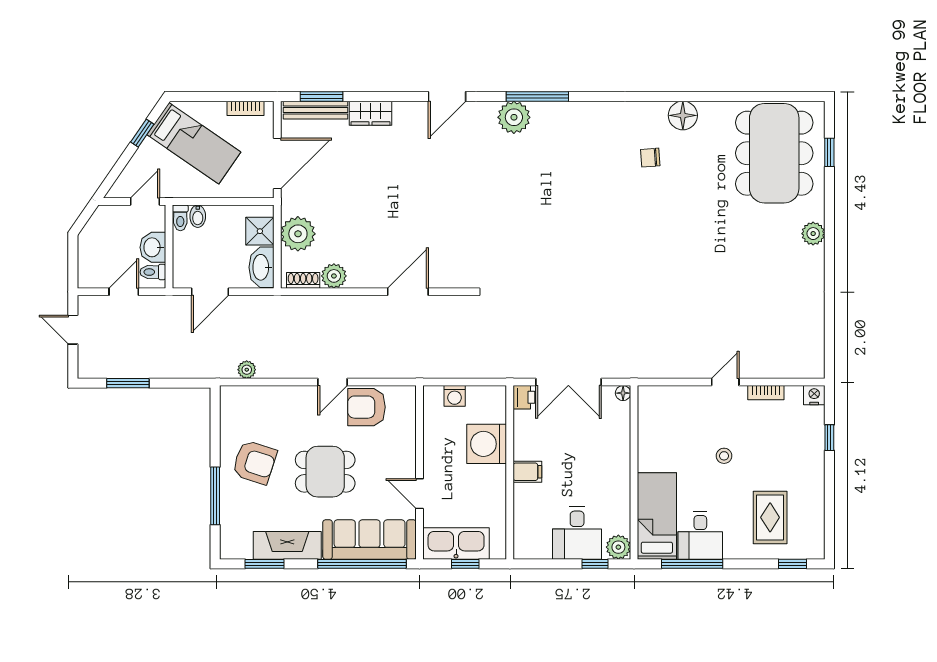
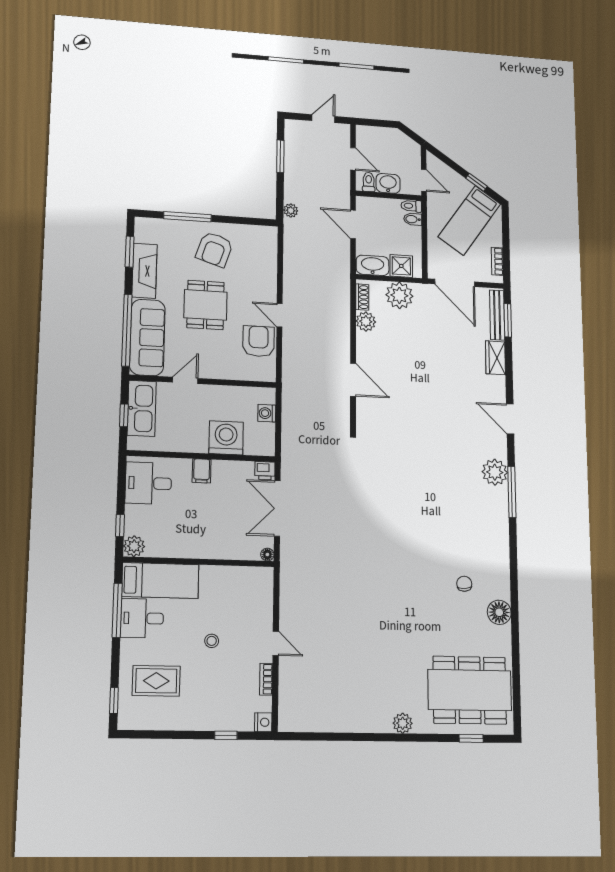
plant: (247, 370) -> (291, 210), moved
desk: (577, 533) -> (148, 483), moved

